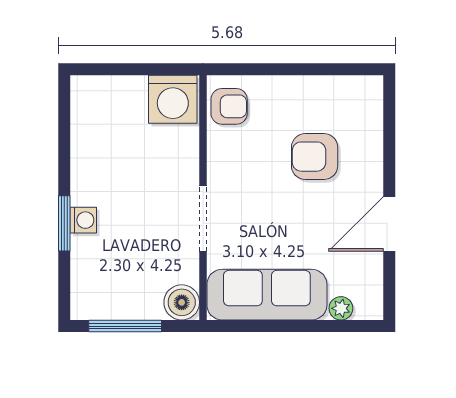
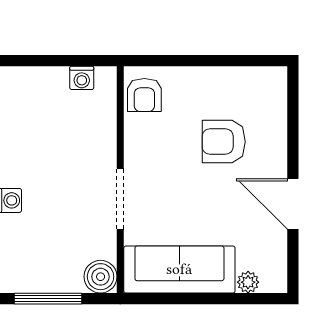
washing machine: (173, 99) -> (82, 78), width x0.53, depth x0.53
armchair: (229, 106) -> (144, 95), turned 90
door: (389, 224) -> (293, 204), hinge flipped

